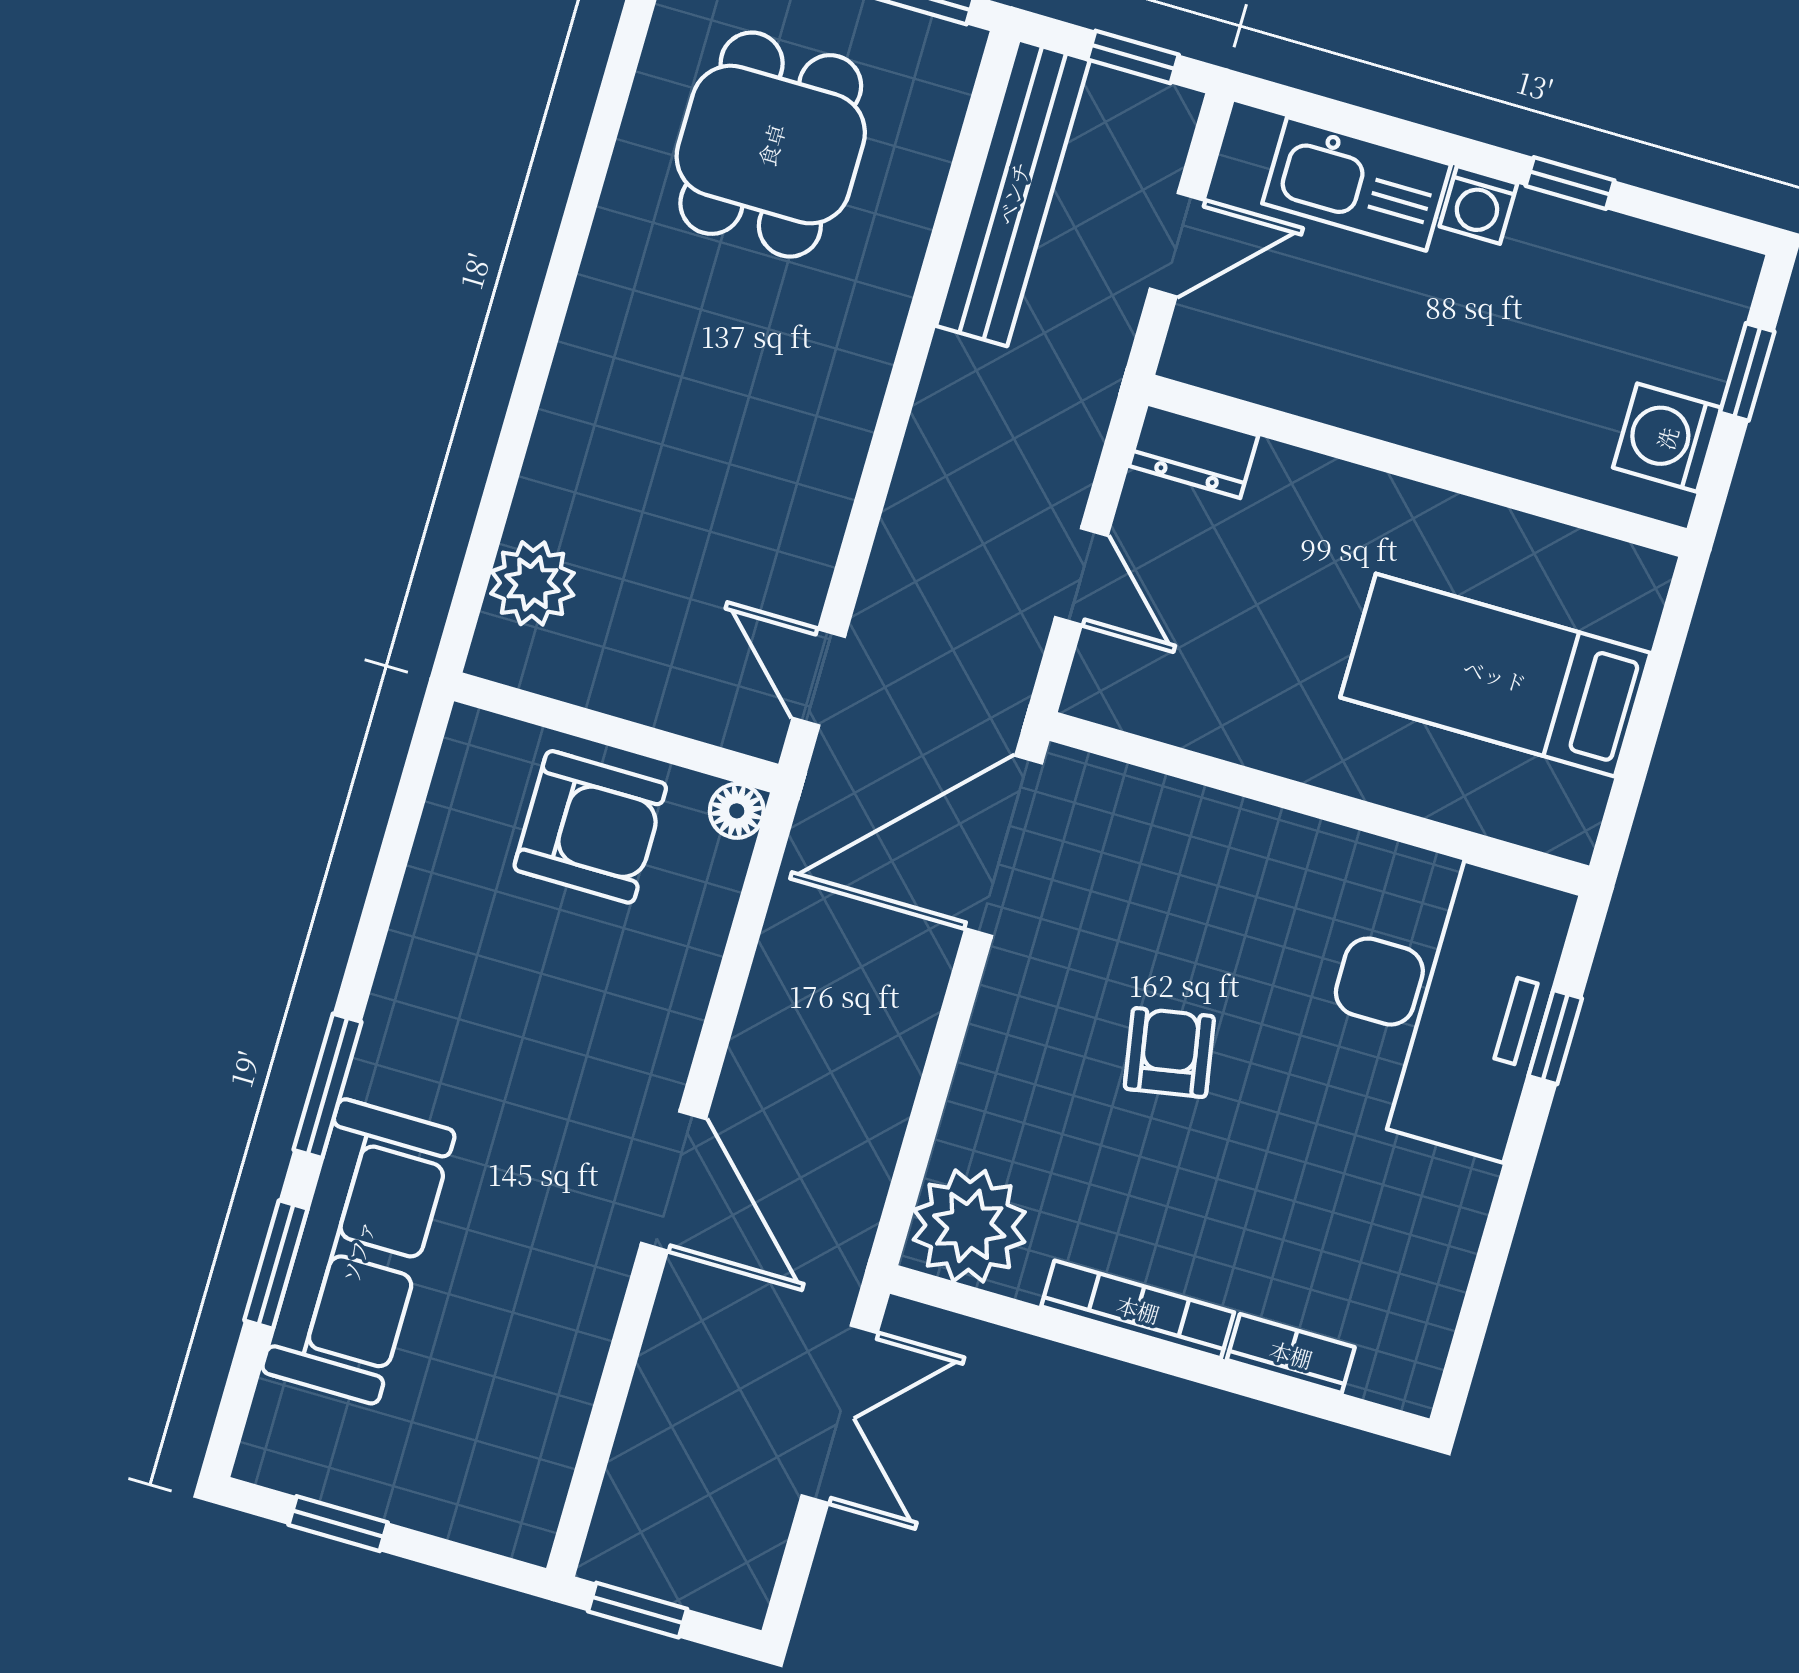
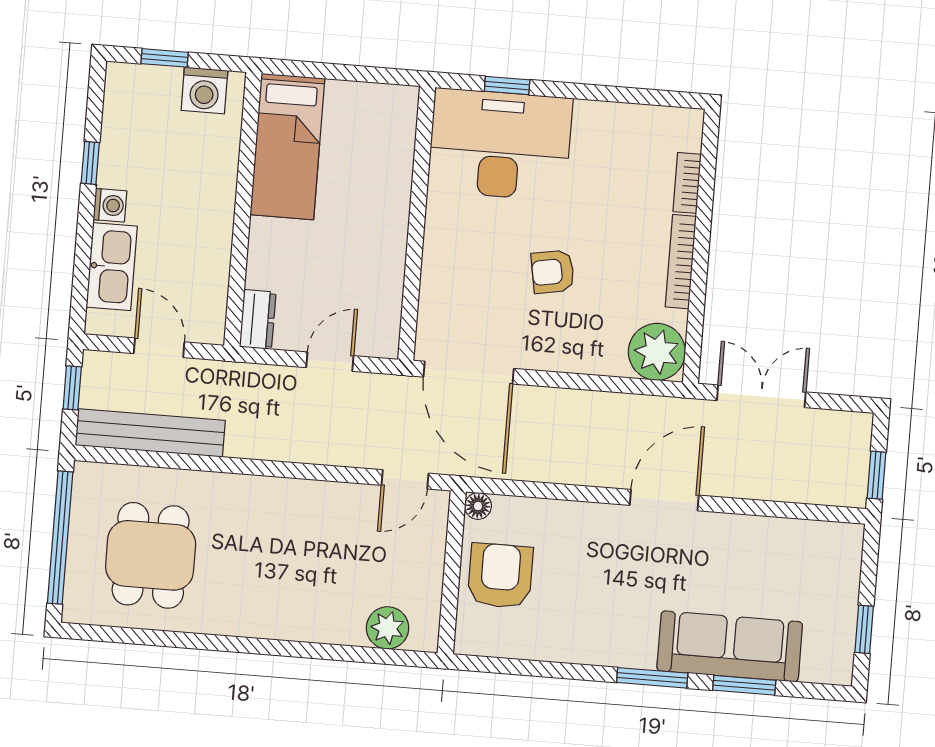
dining table: (771, 145) -> (151, 555), turned 90
bed: (1495, 675) -> (287, 147), moved

